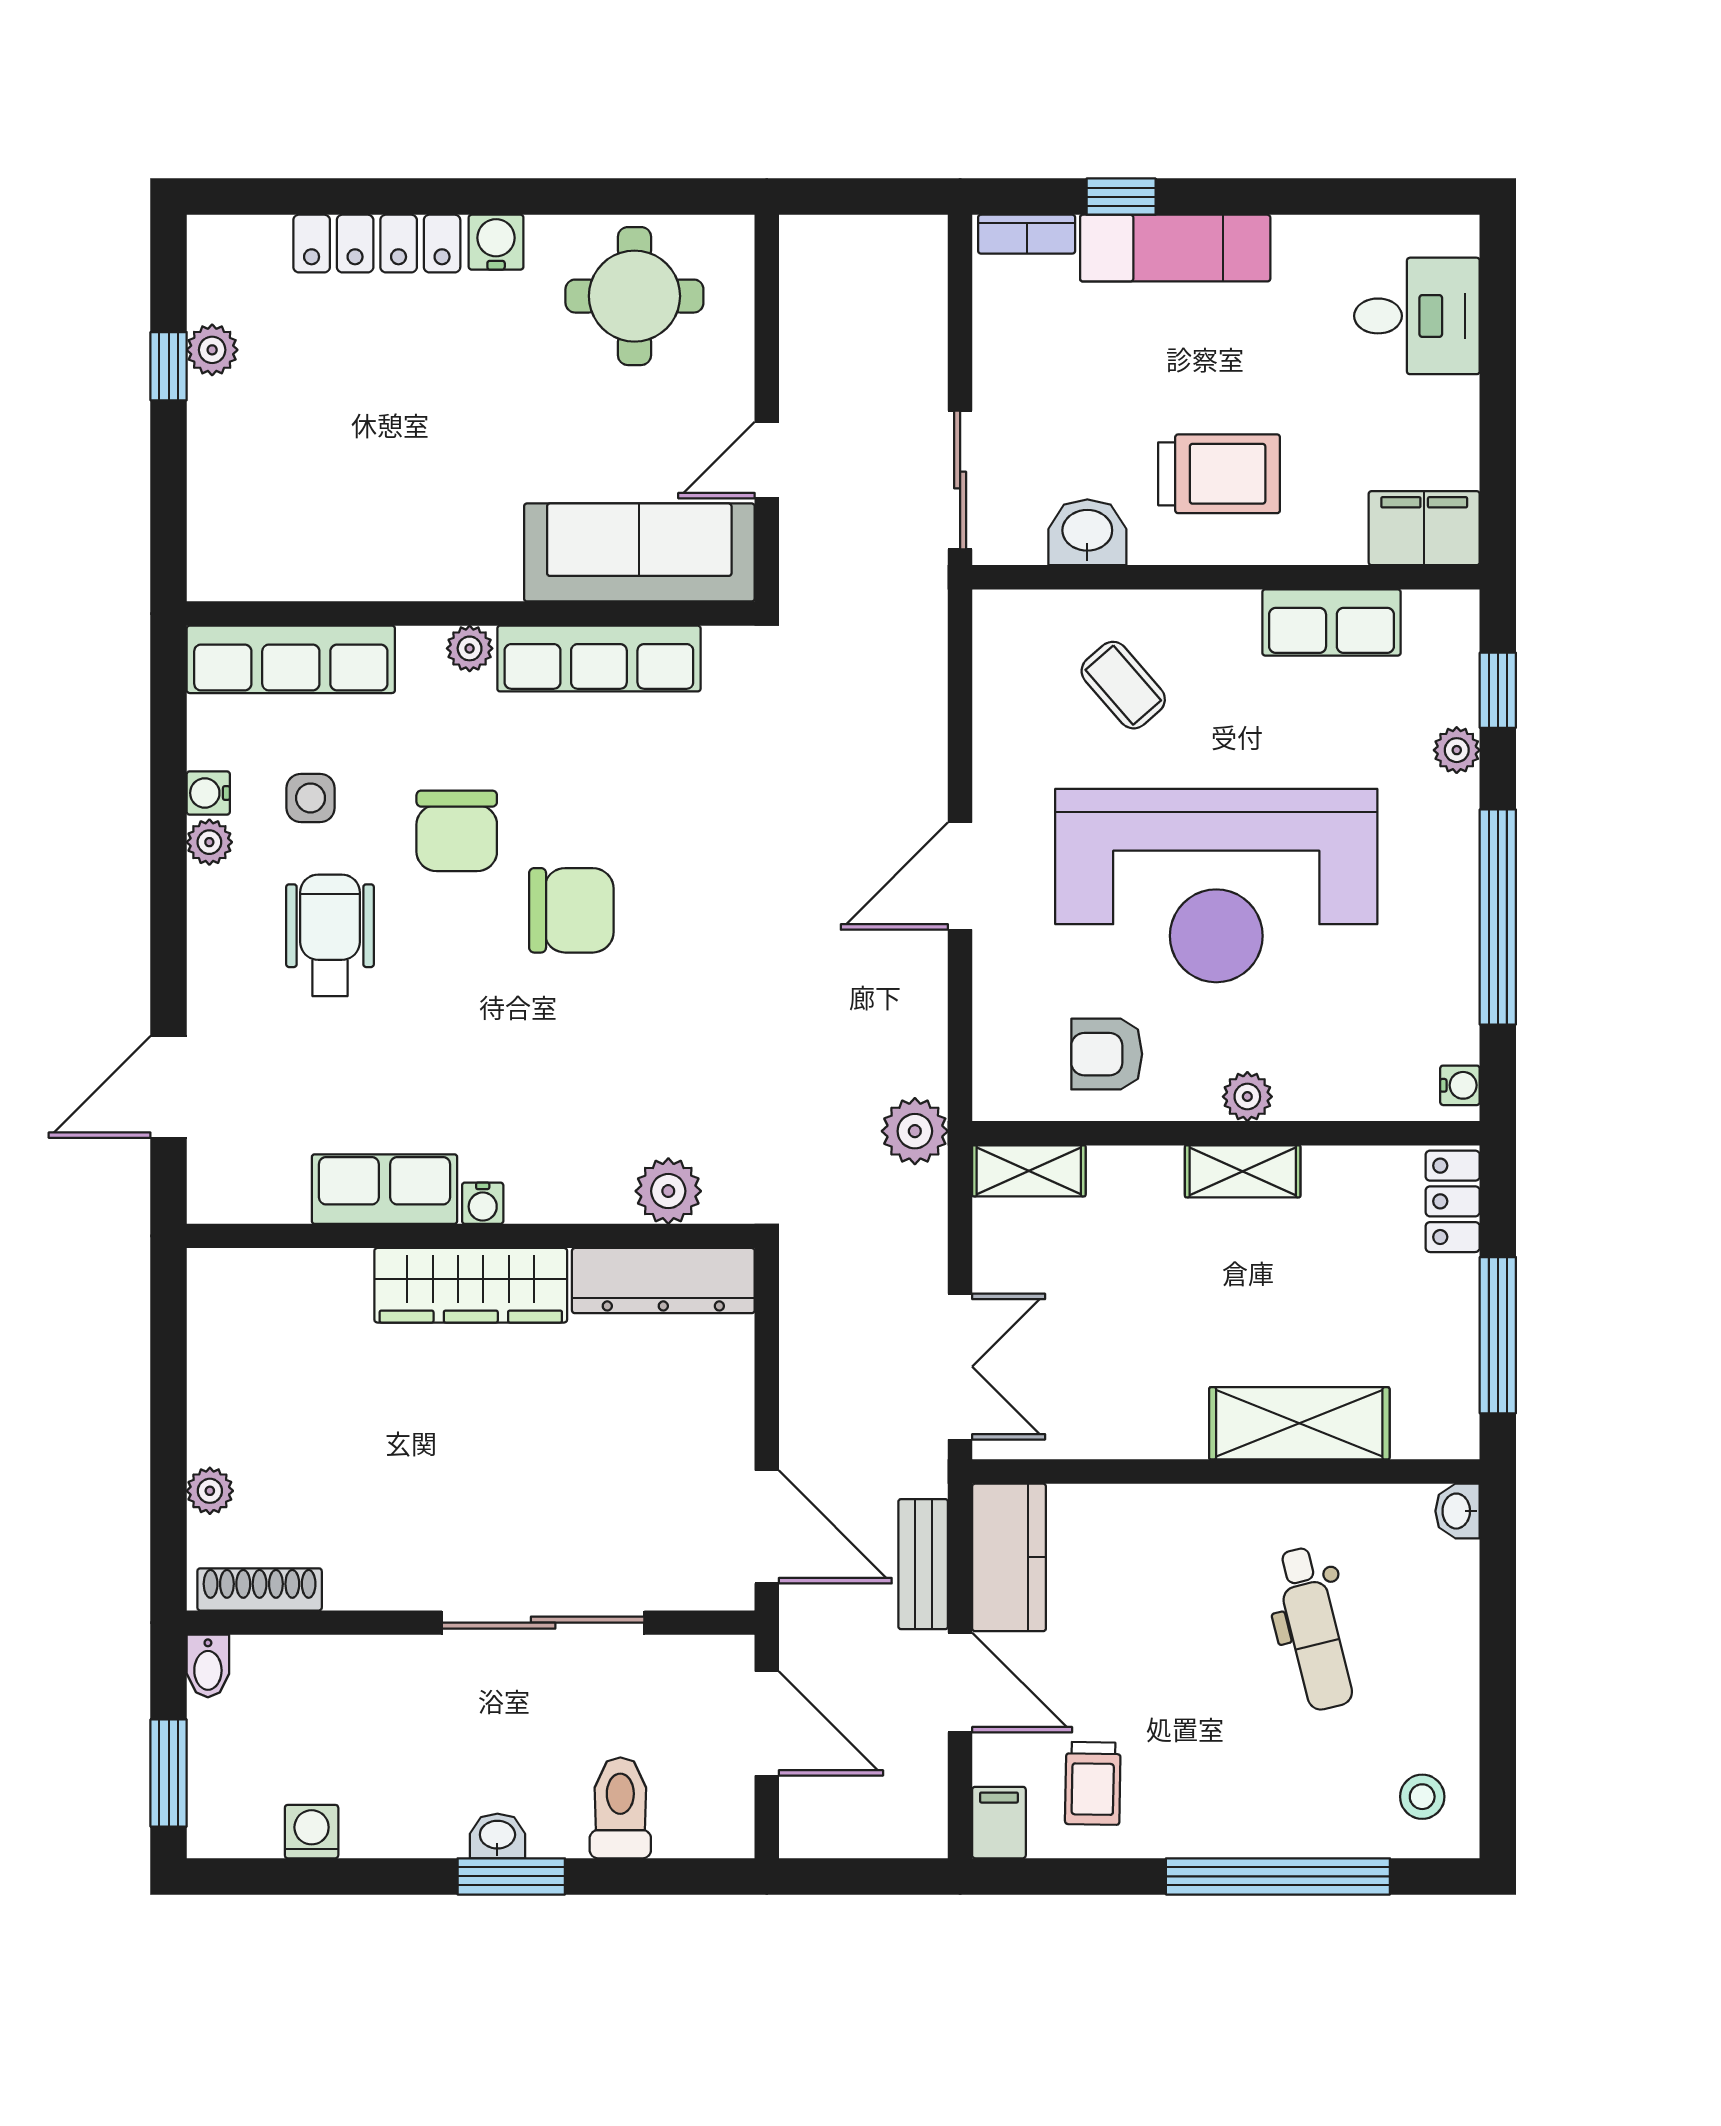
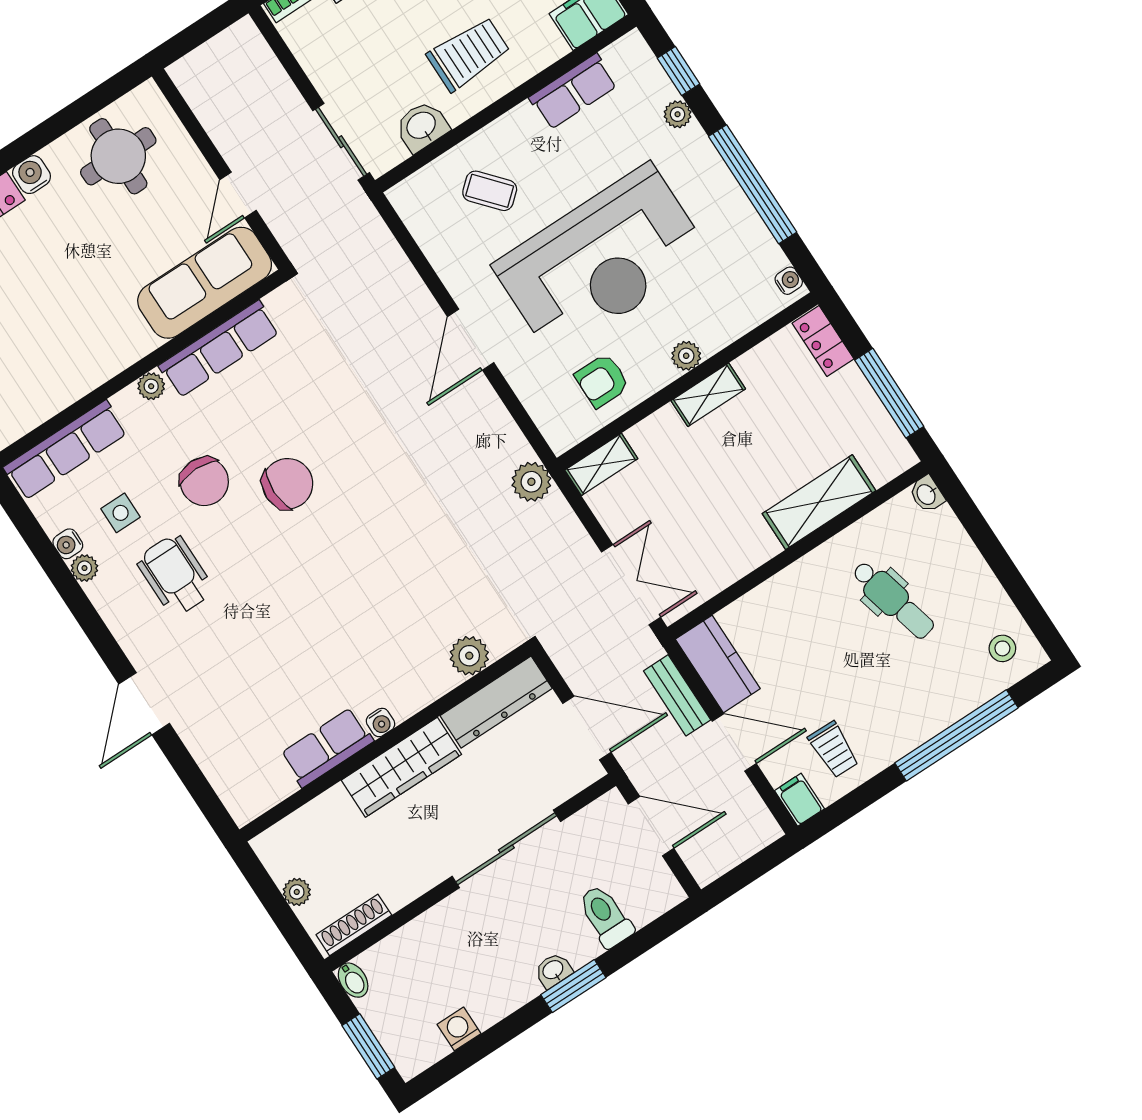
row of seats: (385, 1189) -> (327, 747), moved
plant: (668, 1191) -> (469, 656), moved
water cooler: (483, 1203) -> (381, 722), moved
wall: (471, 1236) -> (385, 743), moved
dresser: (663, 1281) -> (496, 702), moved
wardrobe: (471, 1285) -> (401, 767), moved

